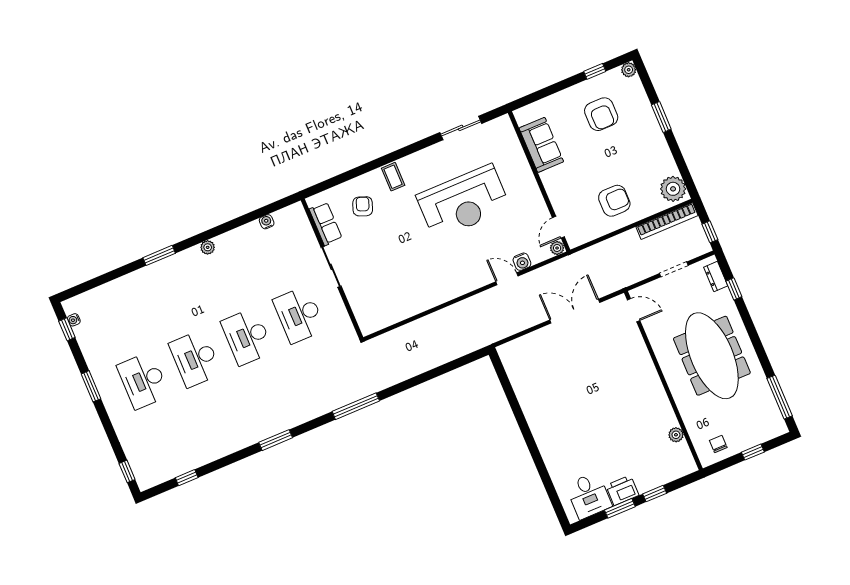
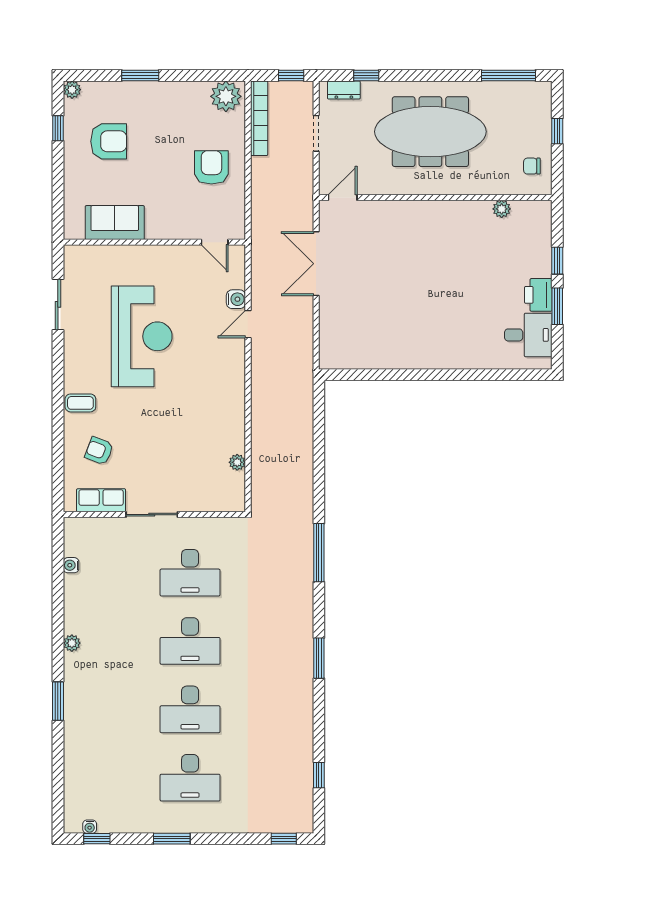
plant: (557, 248) -> (237, 462), moved

